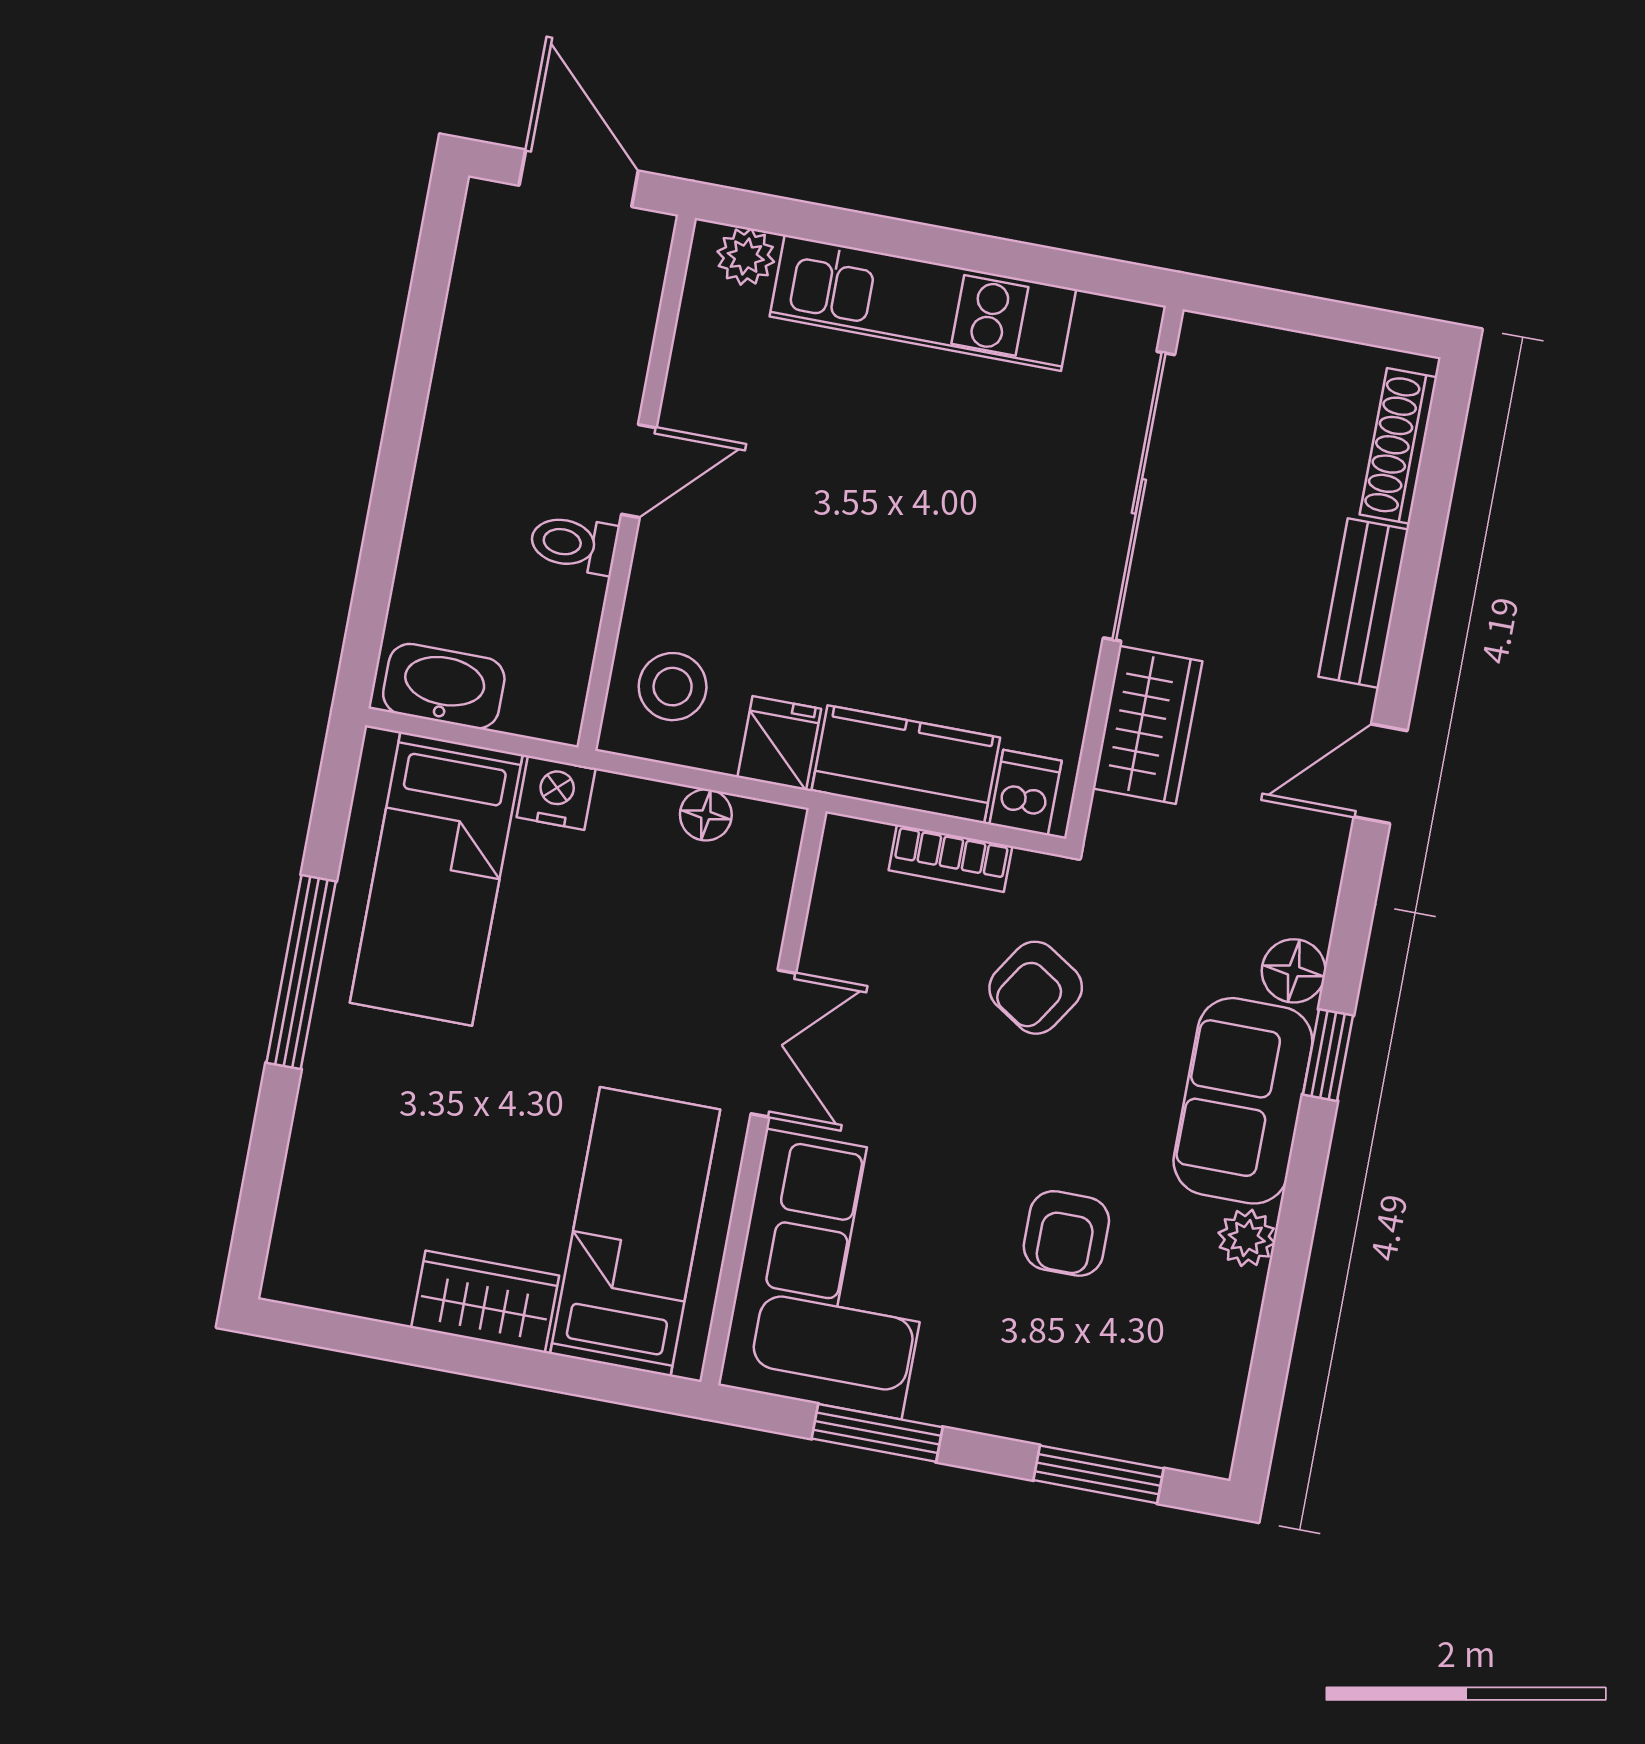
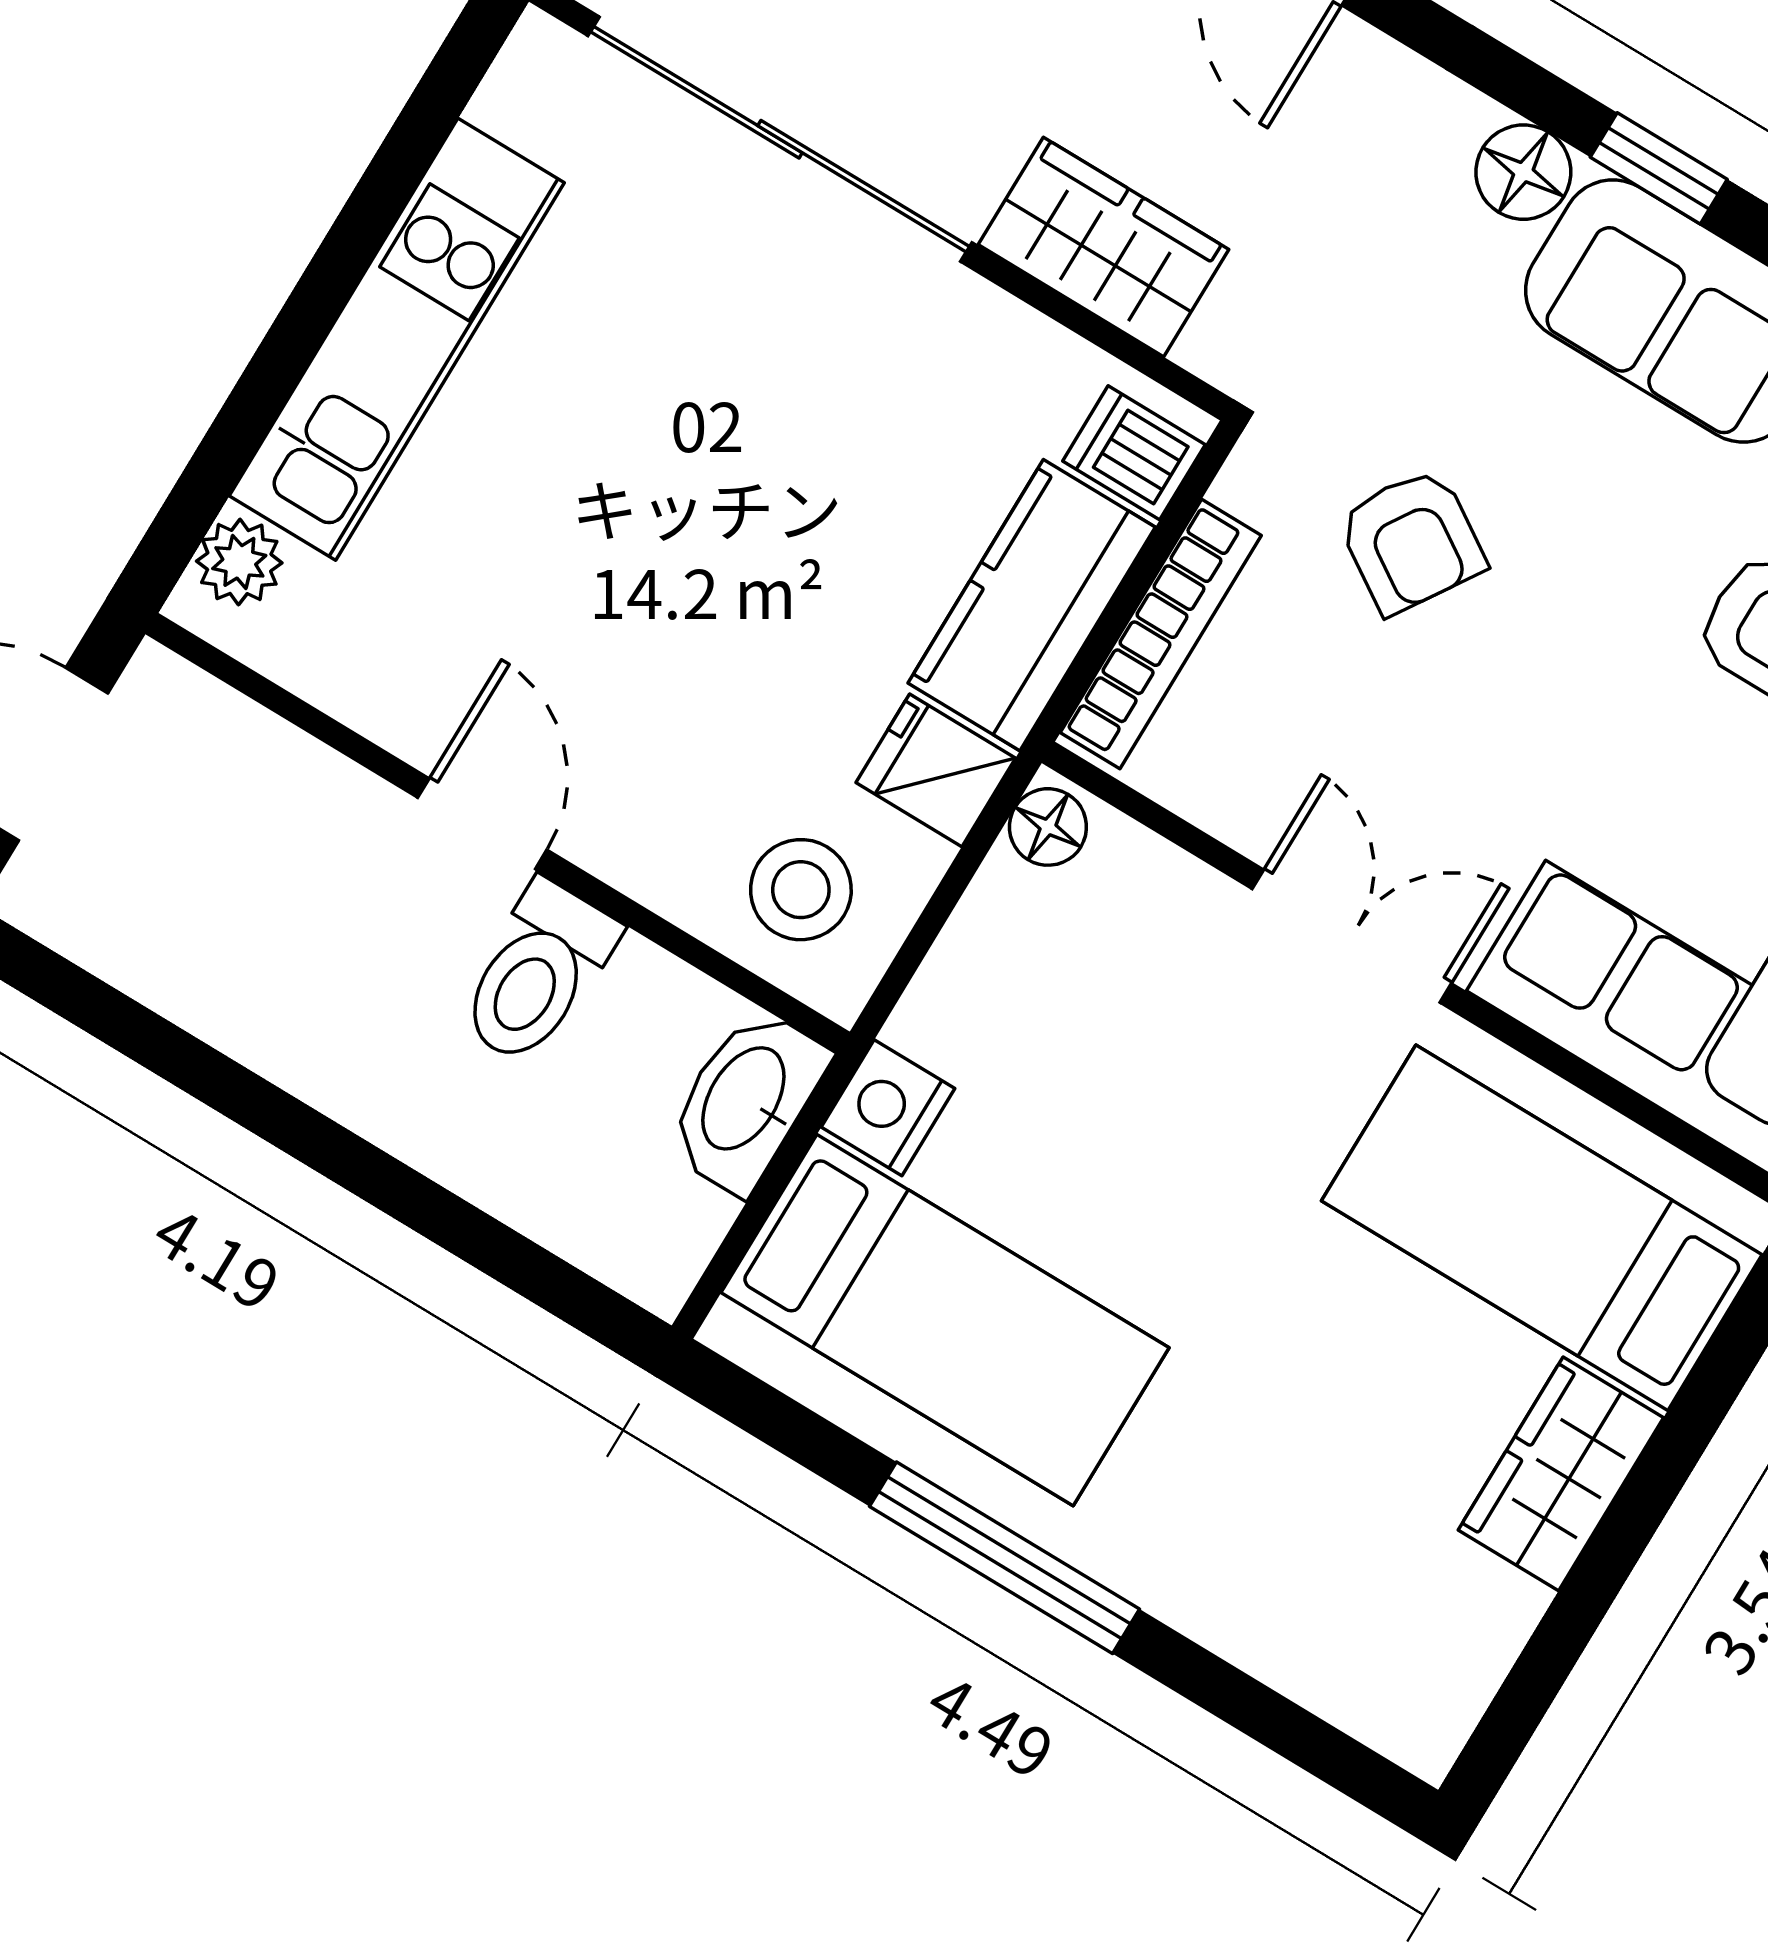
toilet: (574, 544) -> (537, 973), width x1.37, depth x1.39
washbasin: (444, 686) -> (746, 1100), moved
floor lamp: (706, 815) -> (1048, 827), moved
bookcase: (950, 858) -> (1161, 634), width x1.56

